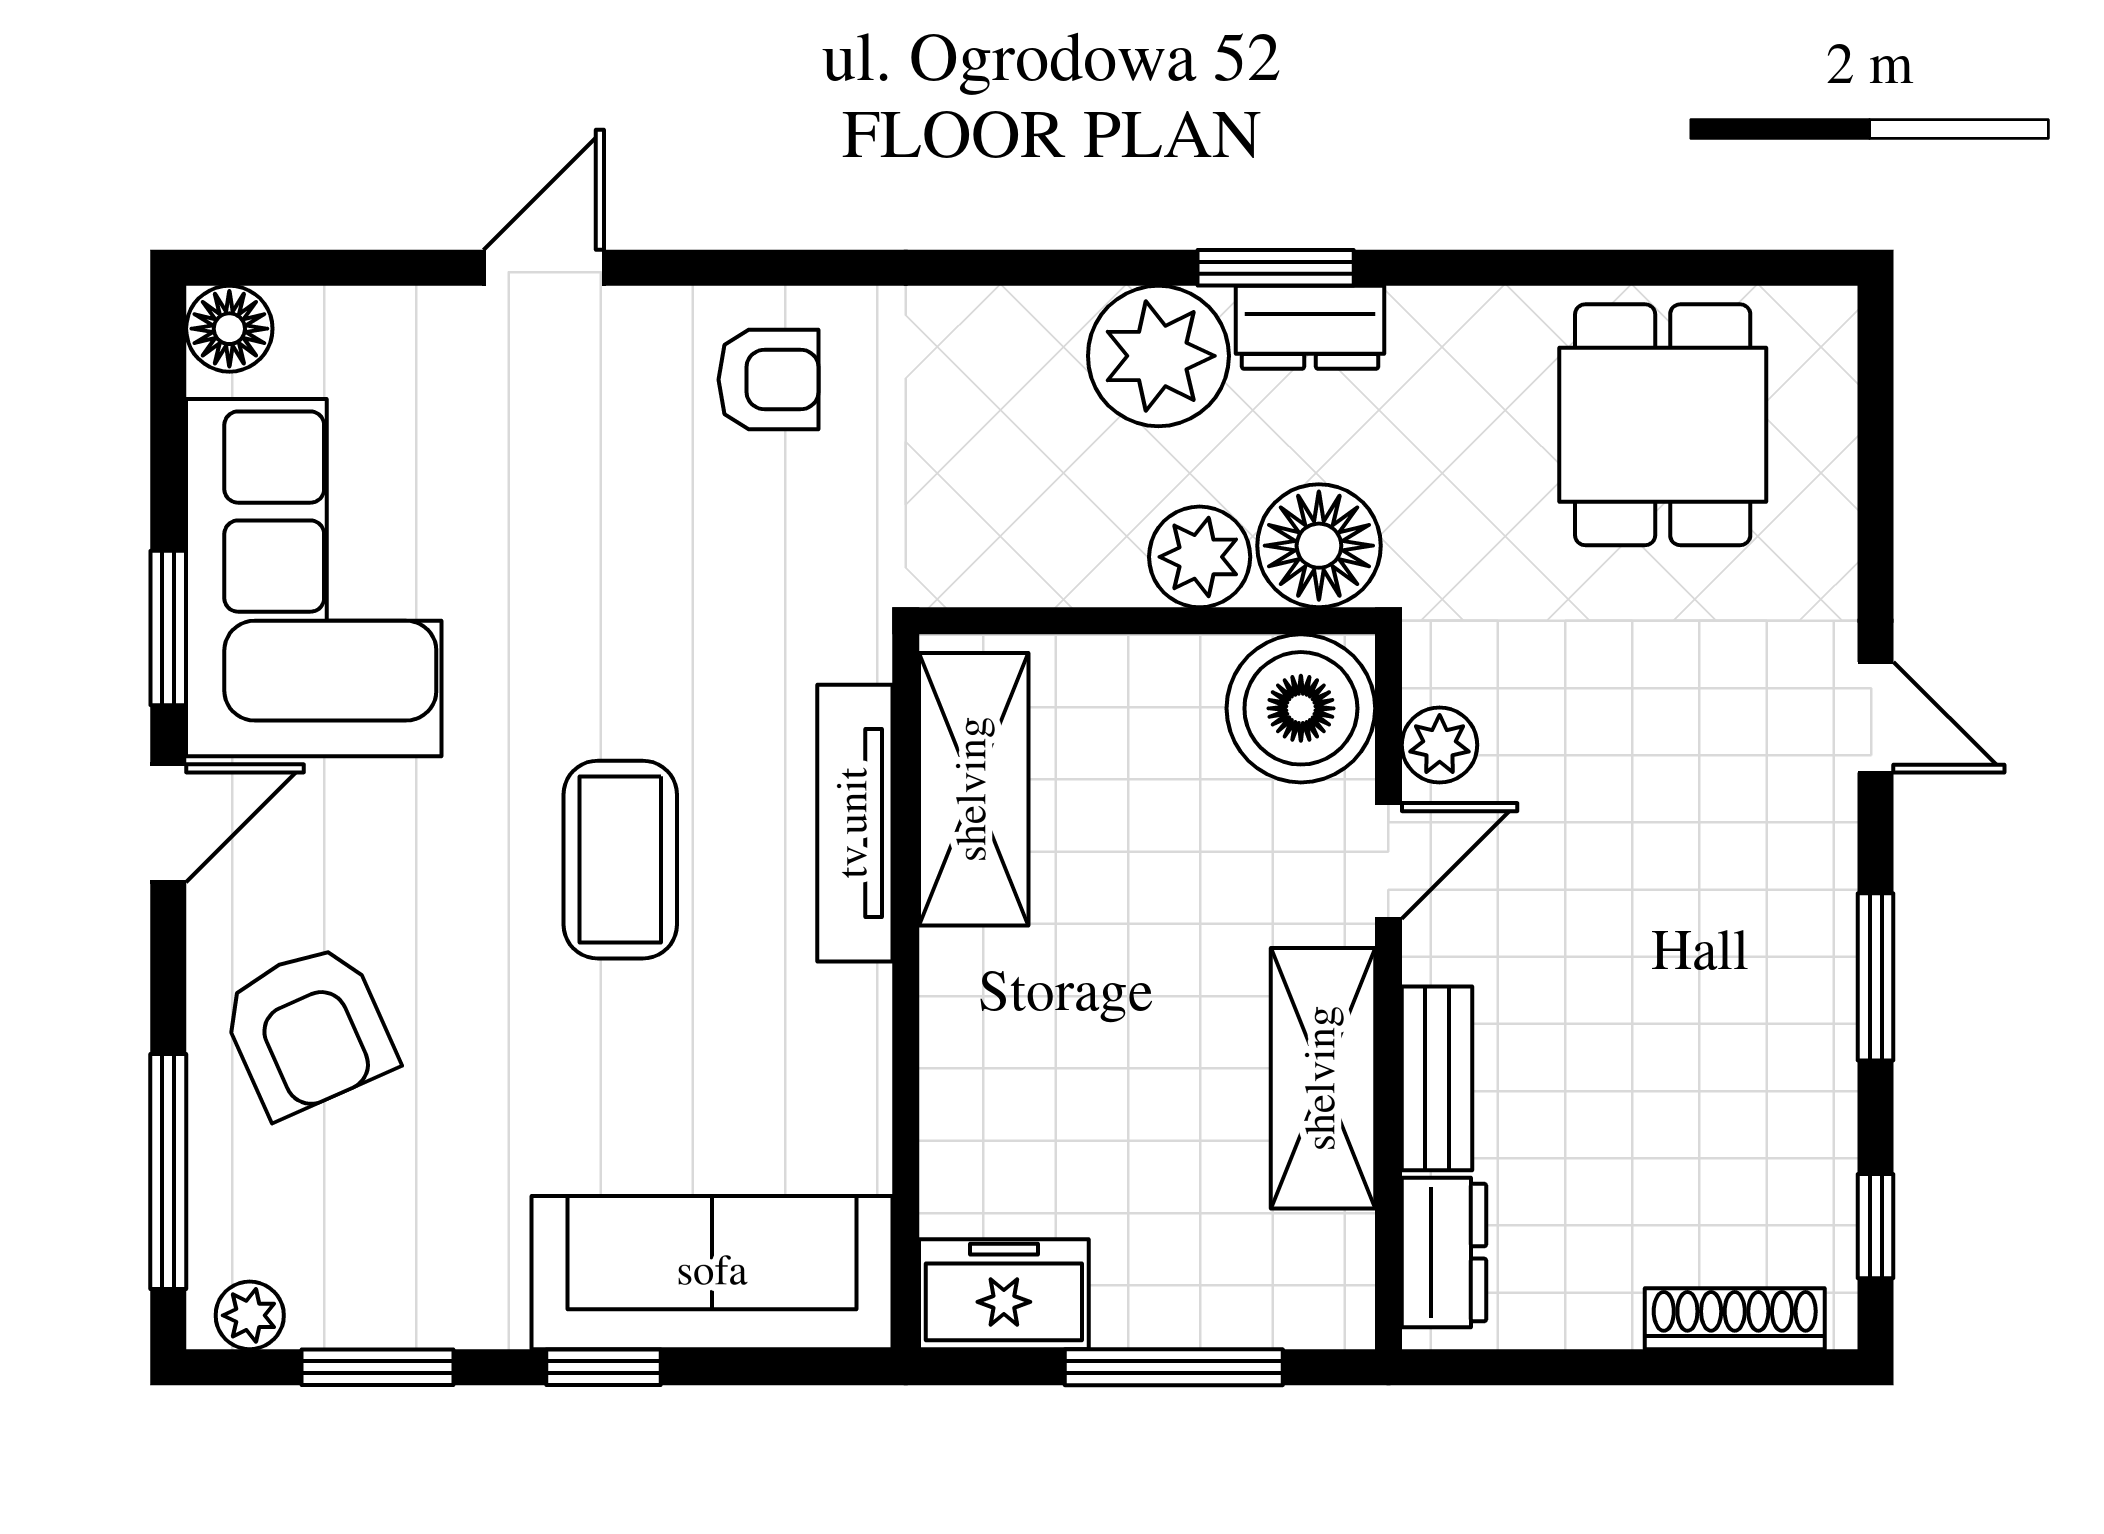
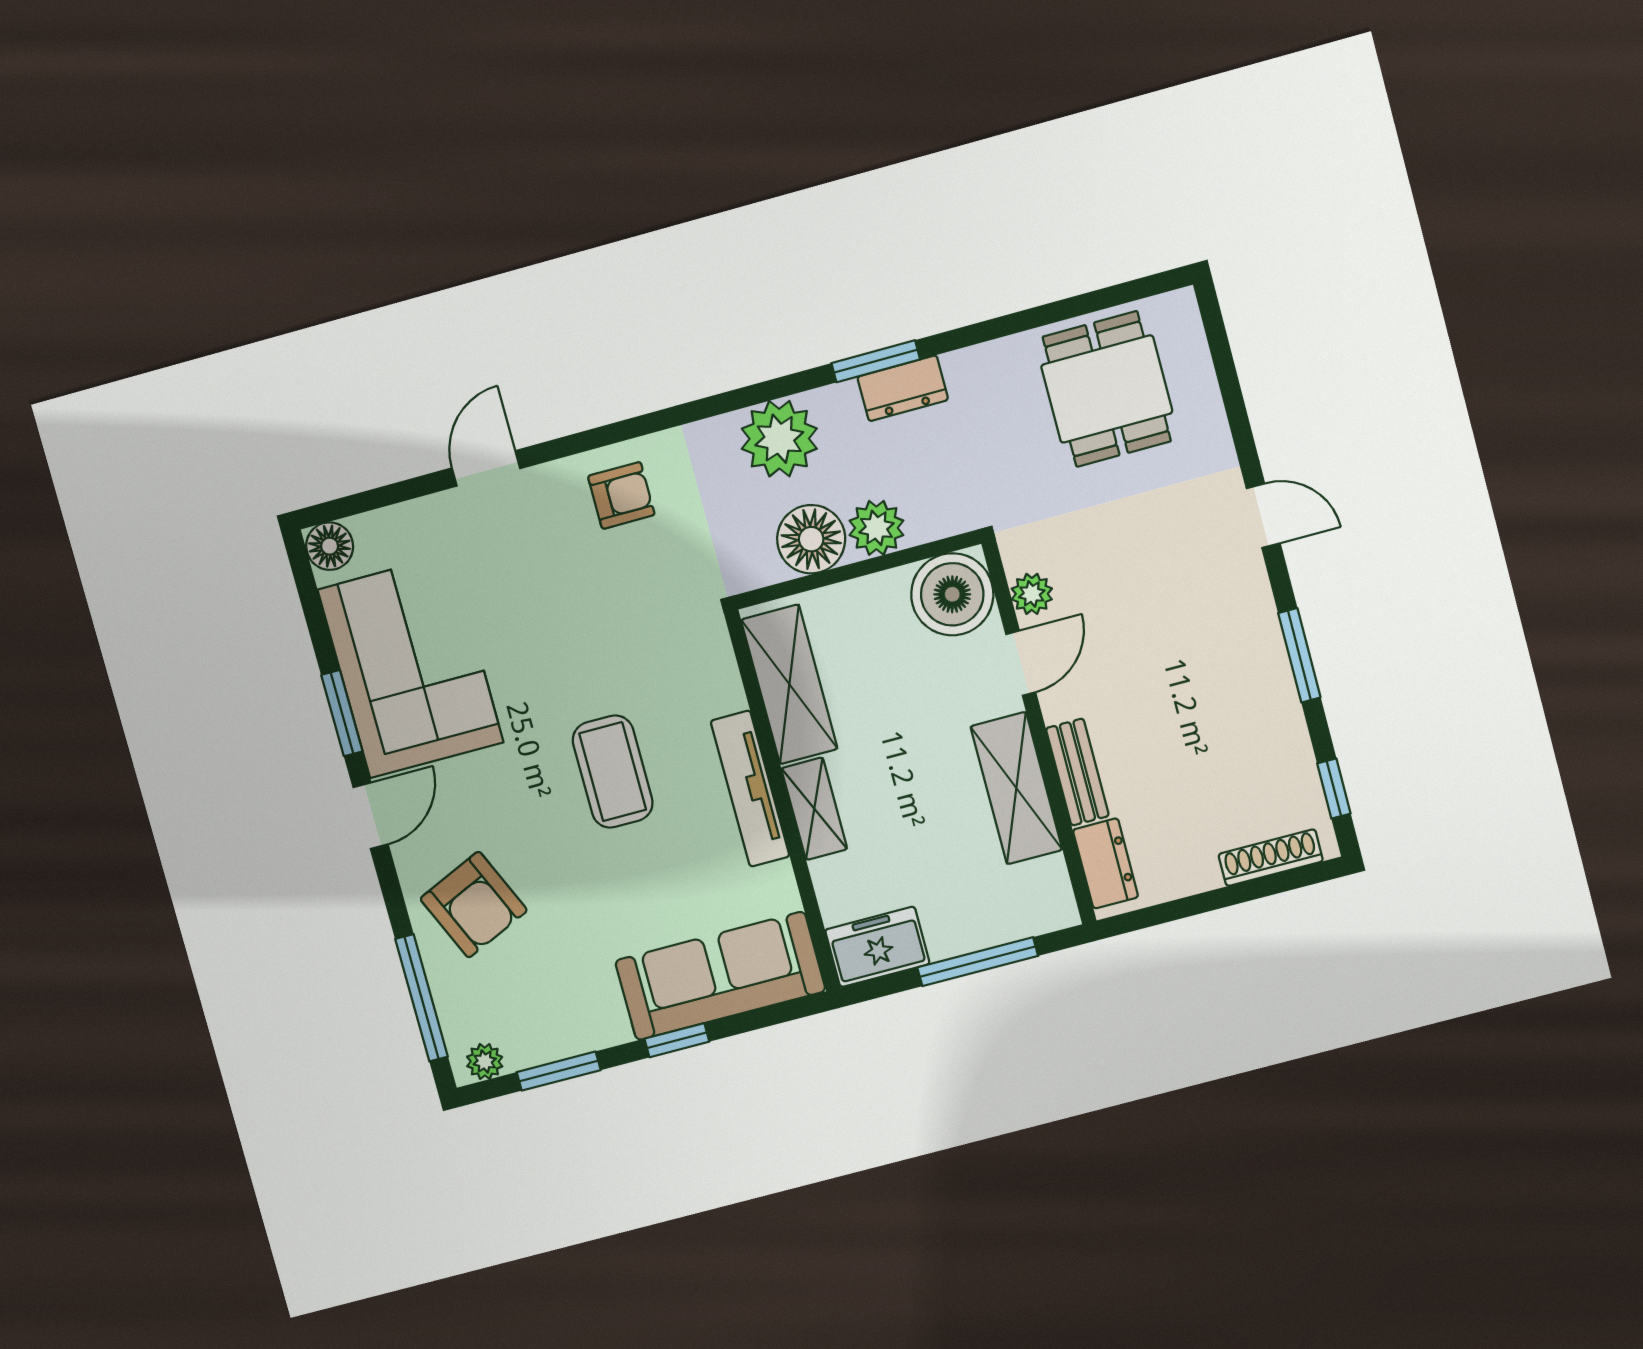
plant: (1158, 356) -> (779, 439), moved
floor lamp: (1319, 546) -> (811, 539), moved
tv unit: (855, 823) -> (750, 789), moved
shelving: (958, 1020) -> (814, 809), added

